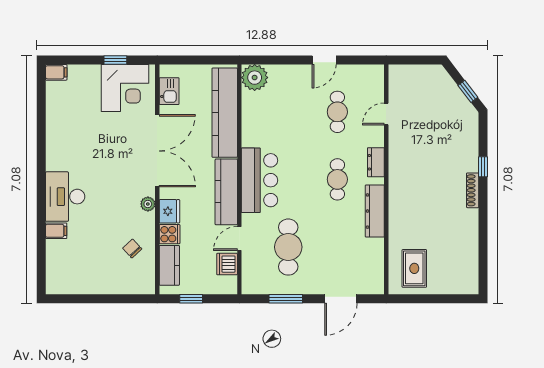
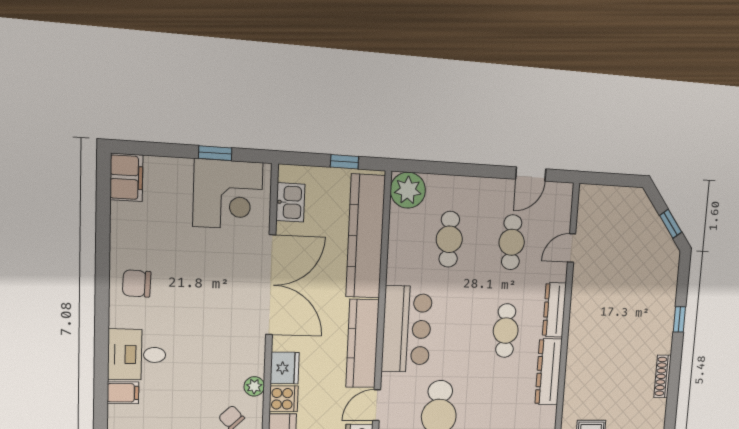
window: (207, 60) -> (344, 162), added
door: (324, 60) -> (531, 174), moved
filing cabinet: (56, 72) -> (126, 177), width x2.00
cafe table: (288, 112) -> (449, 239), added
chair: (64, 153) -> (137, 284), added
dresser: (376, 162) -> (554, 310), width x1.44
shoe rack: (473, 190) -> (663, 376), moved
desk: (65, 197) -> (137, 355), width x0.73
plant: (148, 204) -> (254, 386), moved

